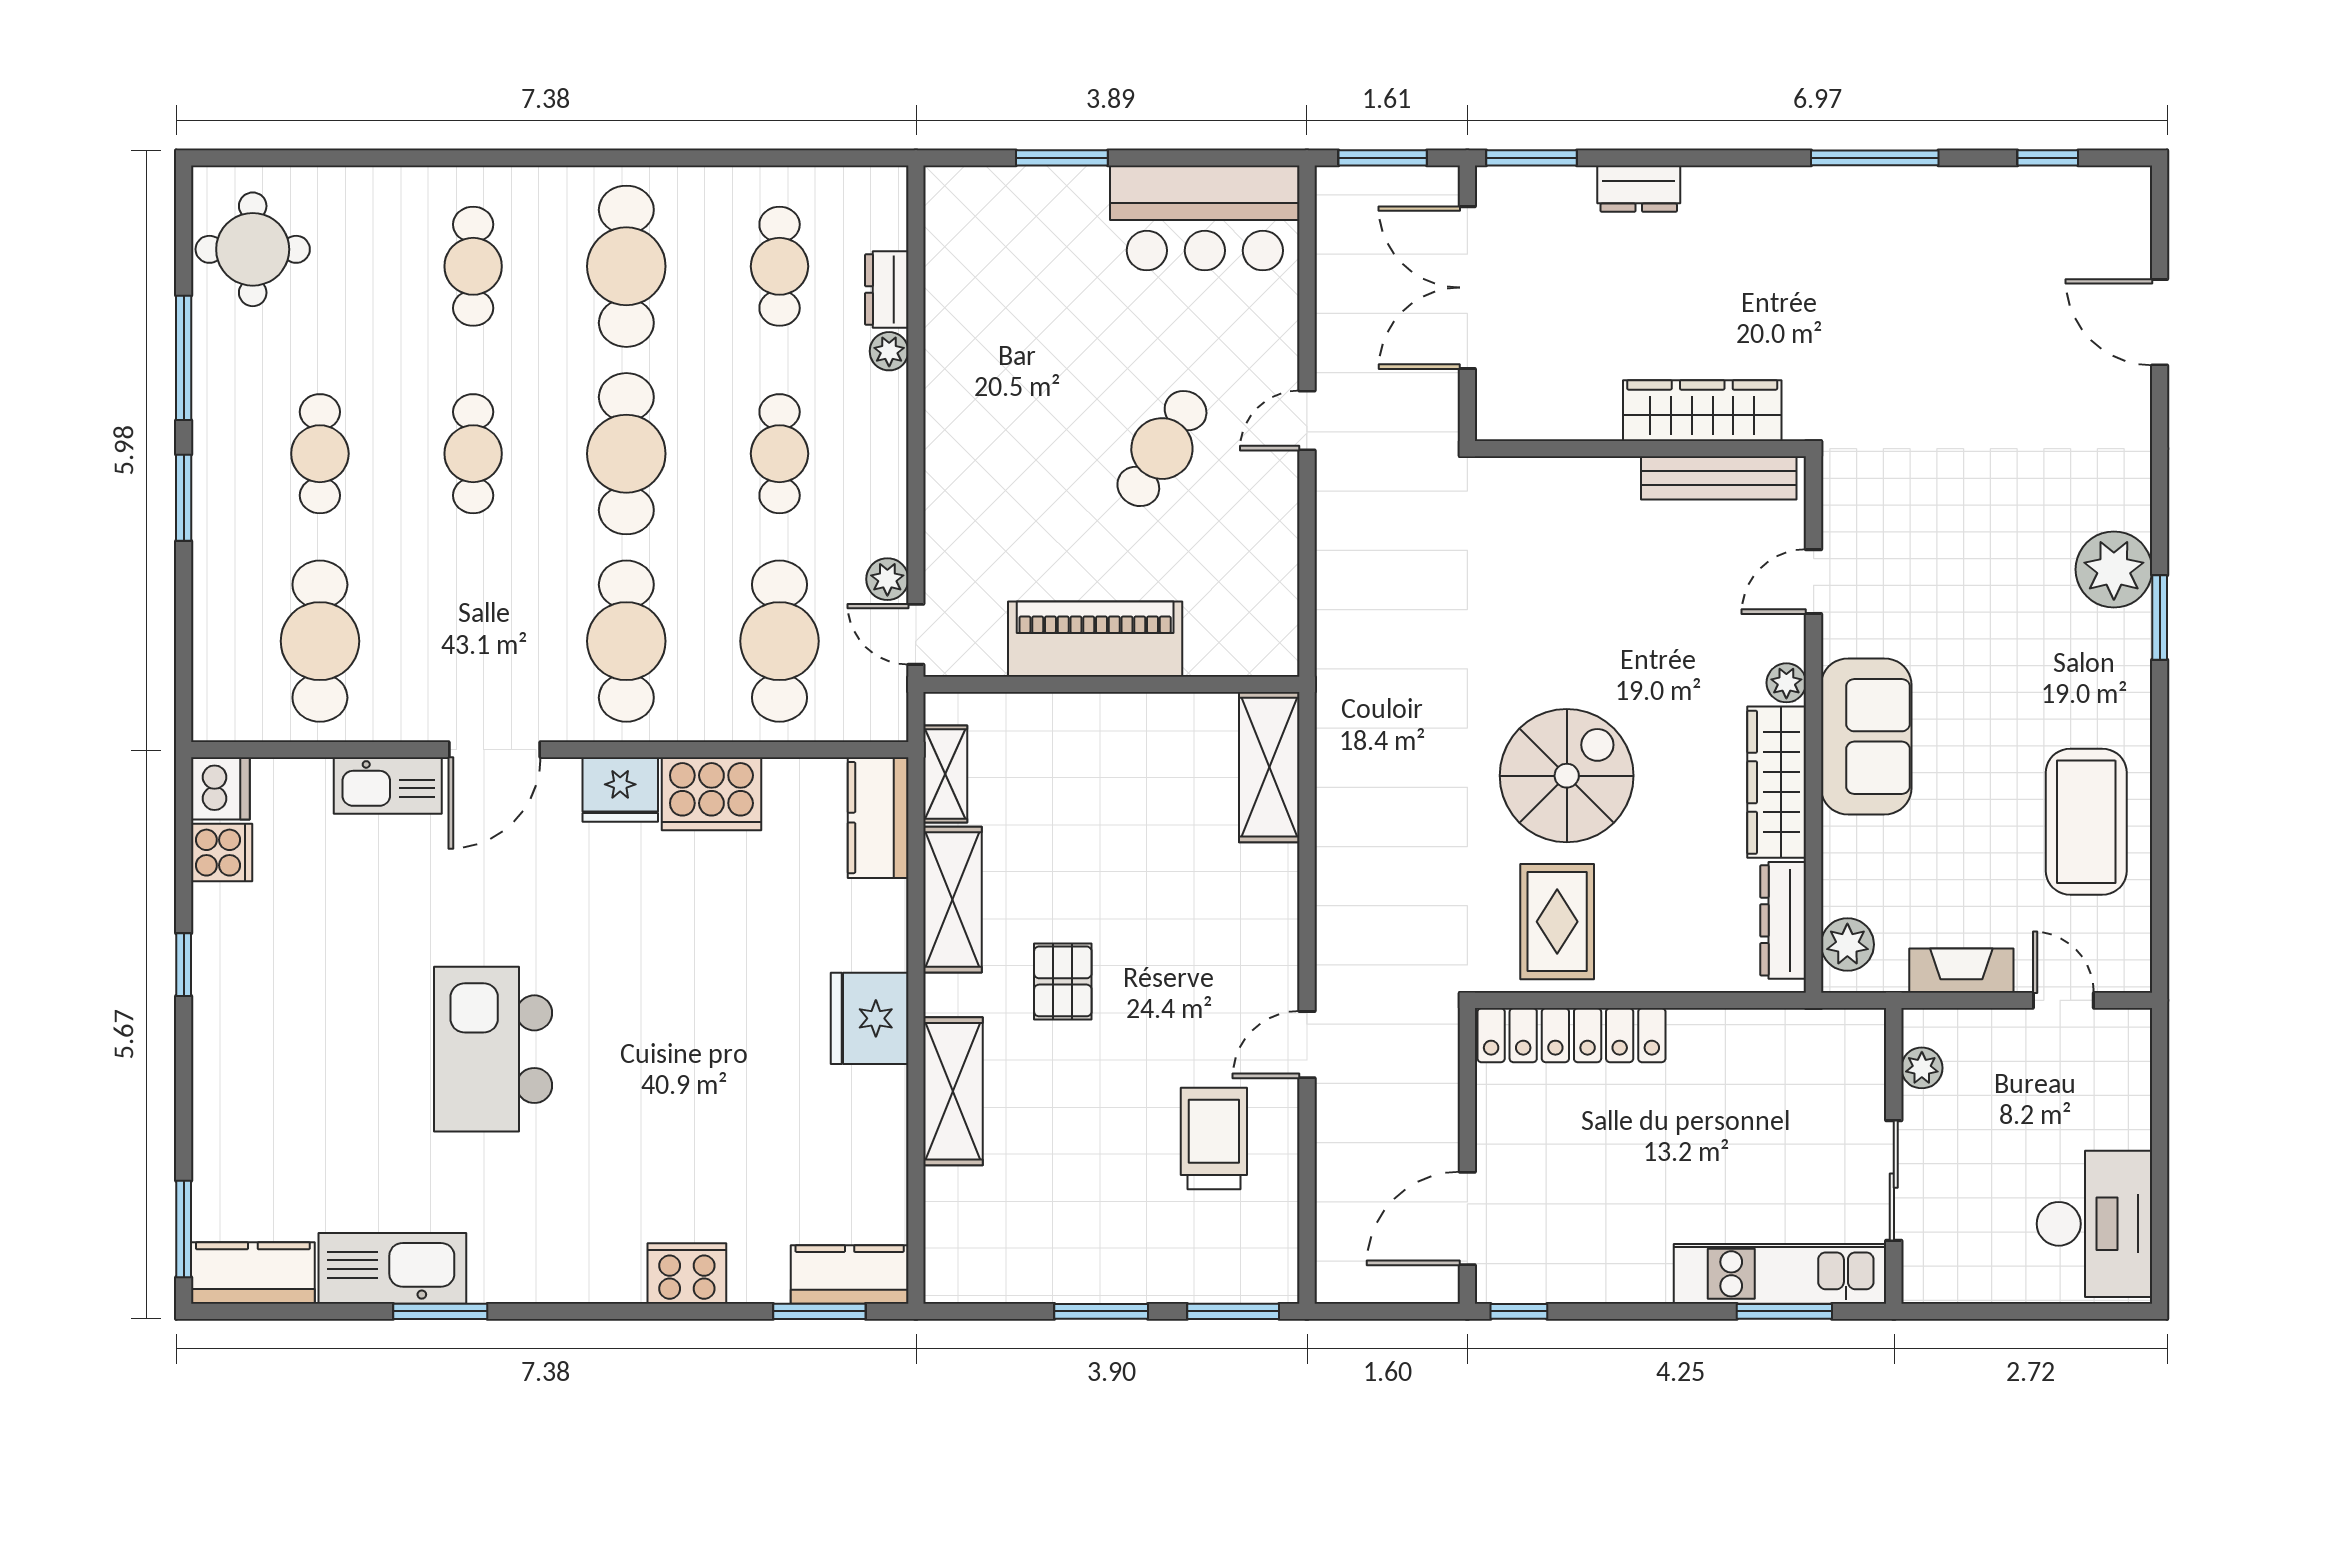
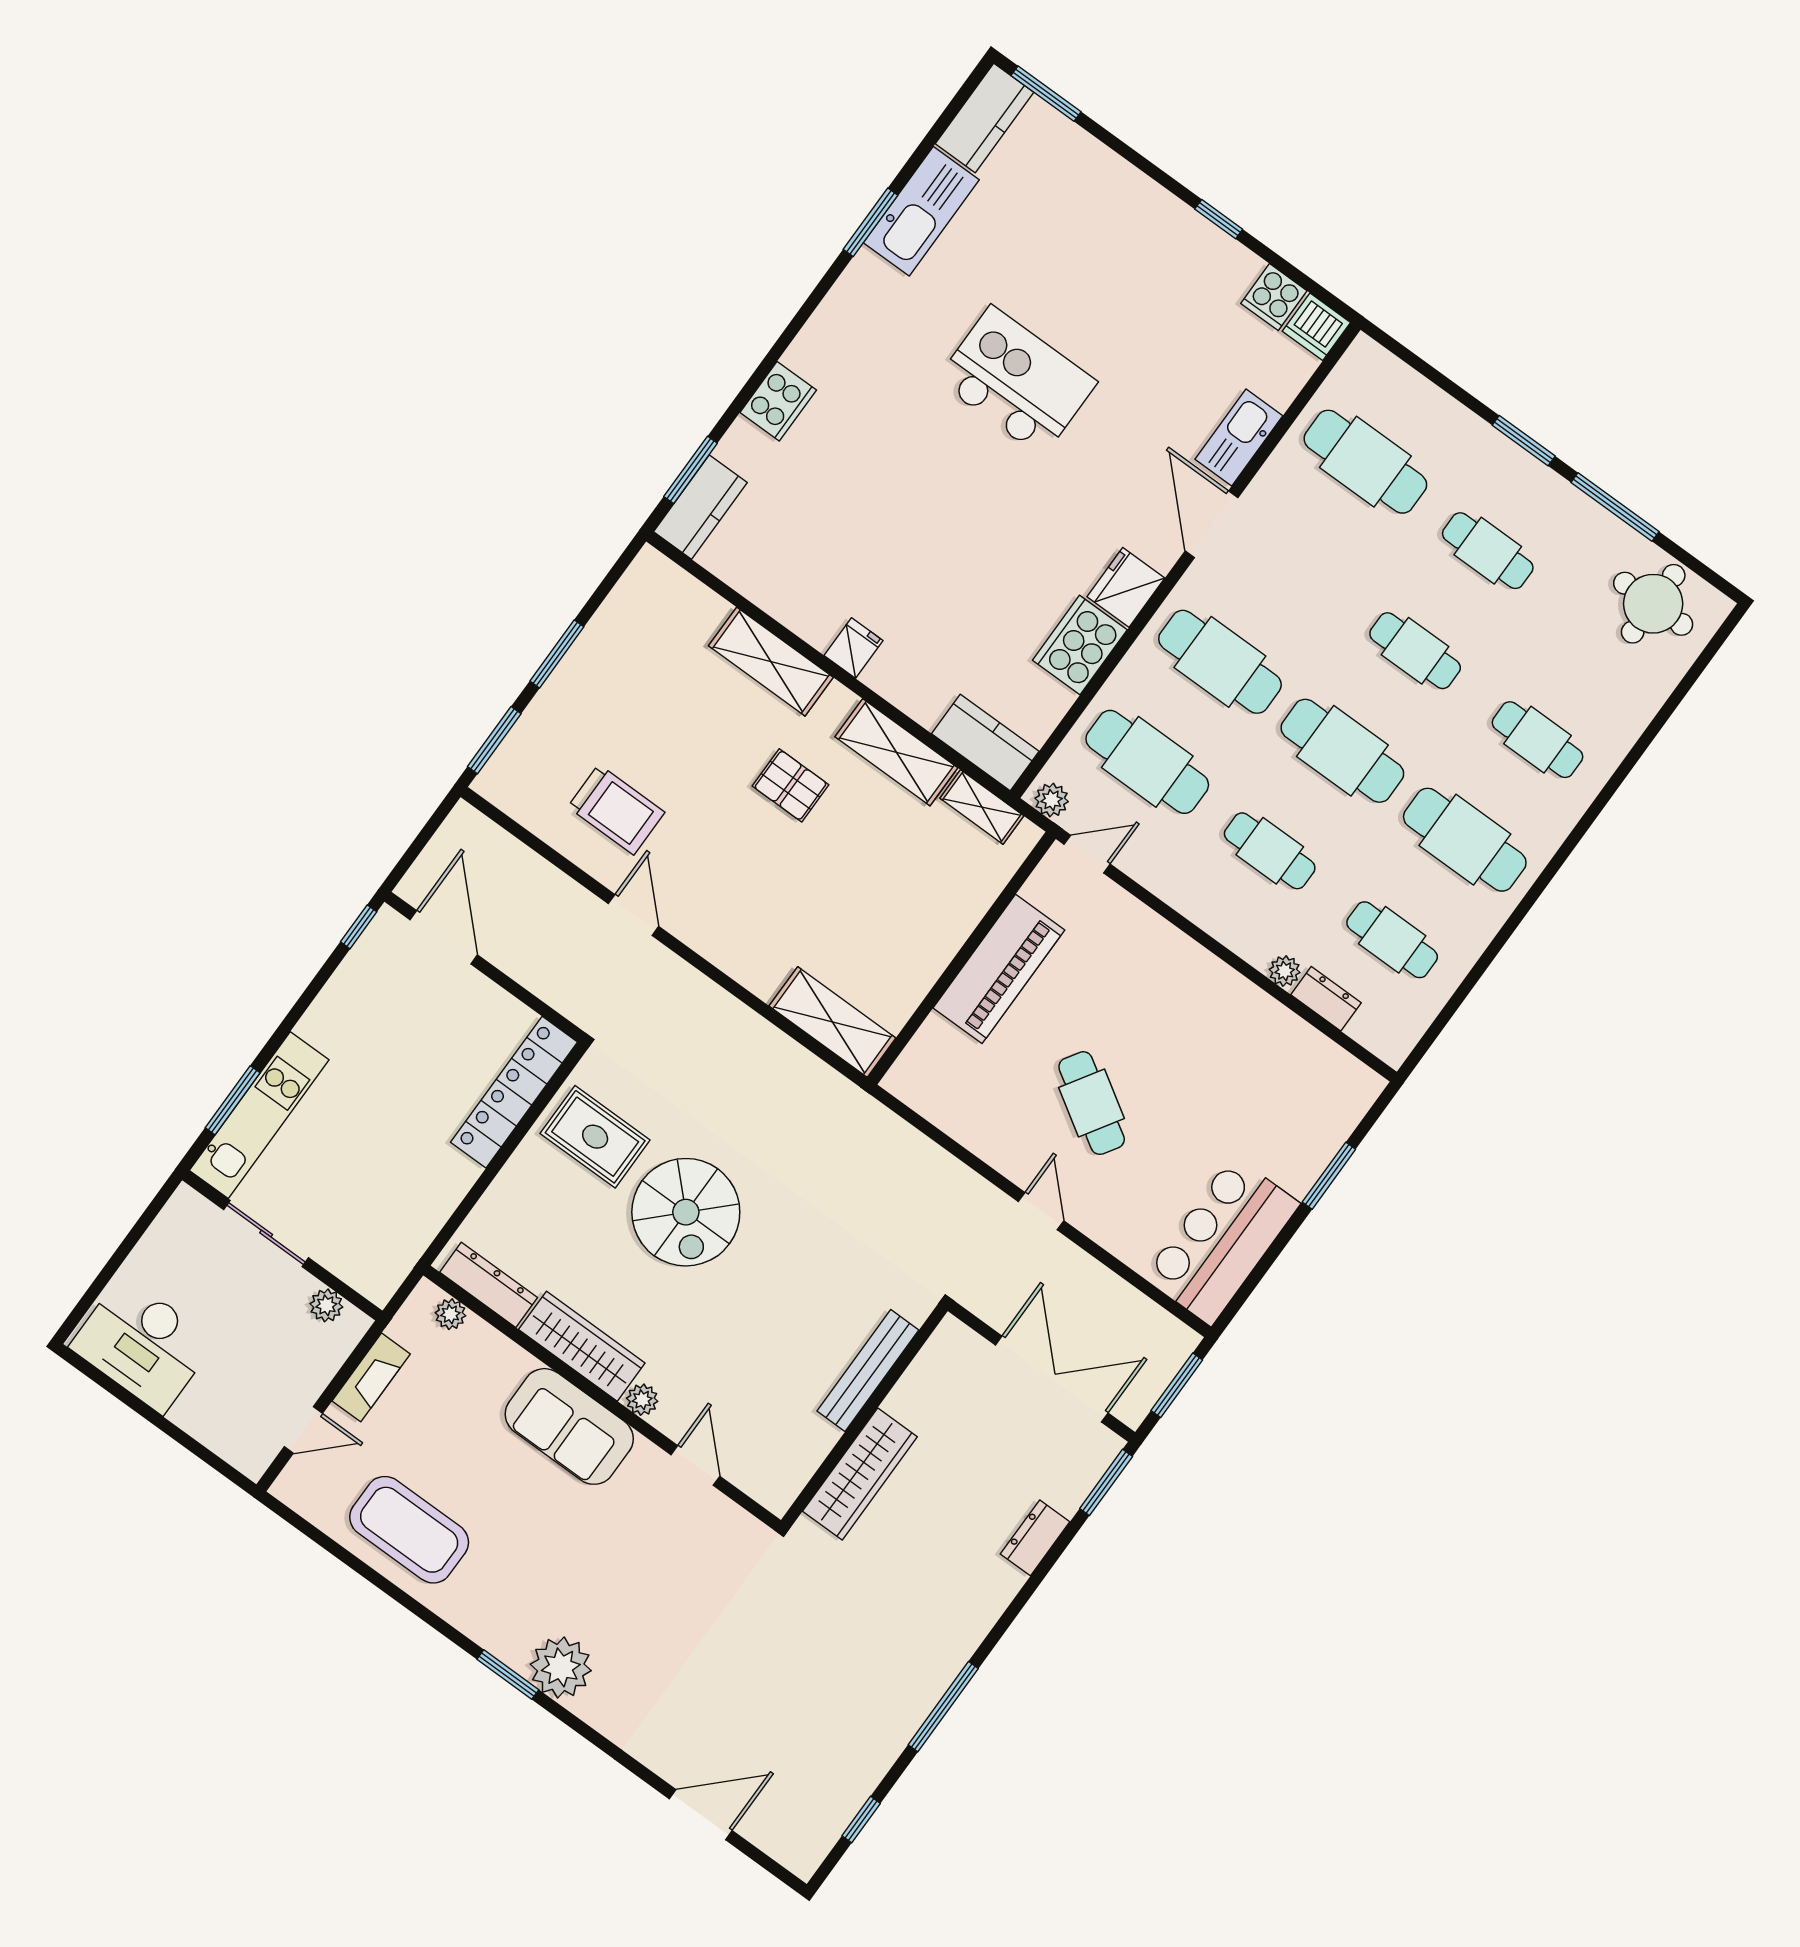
bench: (1719, 478) -> (868, 1371), moved
plant: (887, 579) -> (1052, 800), moved
plant: (1847, 945) -> (450, 1314), width x0.73, depth x0.73
fridge: (870, 1018) -> (853, 648), width x0.53, depth x0.75

